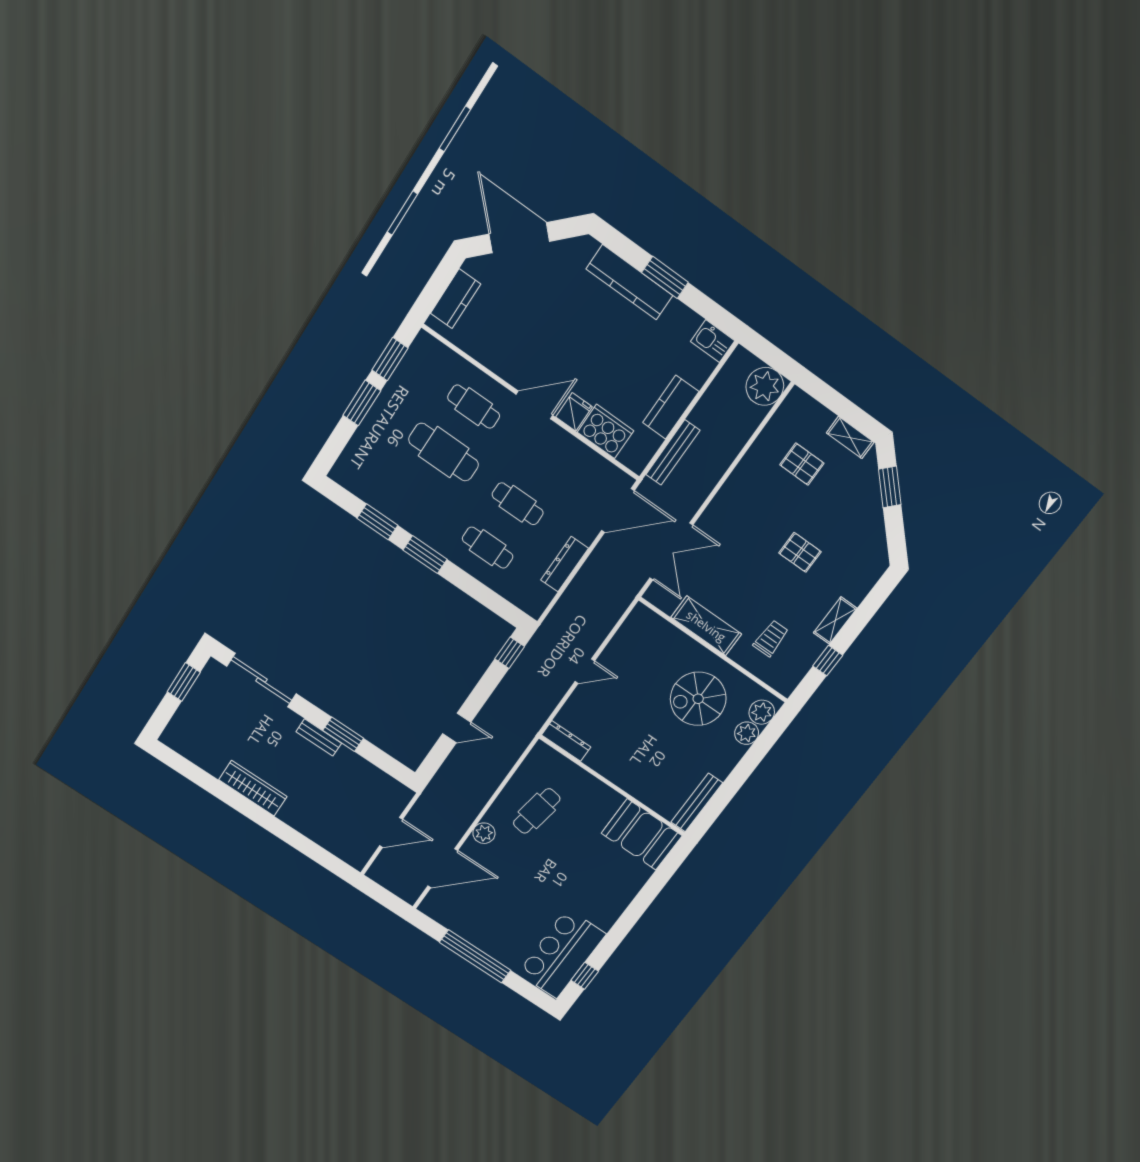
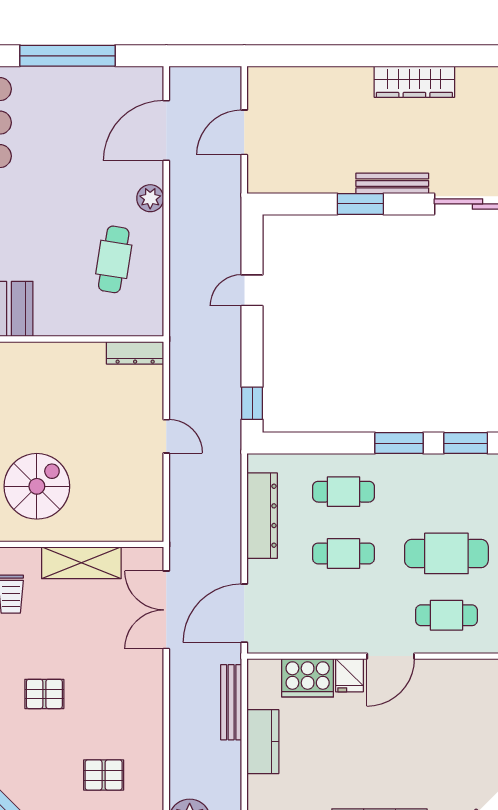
dresser: (565, 564) -> (262, 516), width x1.37, depth x1.24
door: (585, 671) -> (166, 436), swing flipped
bench: (319, 737) -> (392, 183), width x1.36

